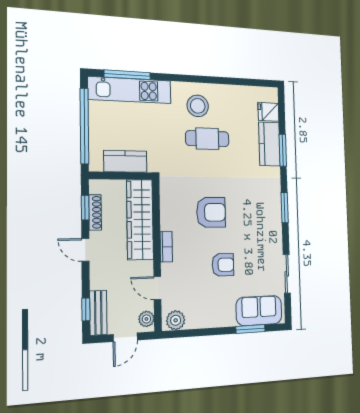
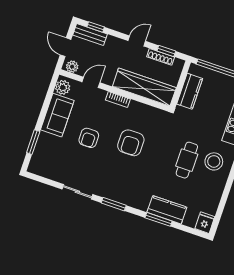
fridge: (268, 112) -> (205, 223), moved
sliding door: (287, 274) -> (77, 192), moved
sofa: (259, 311) -> (57, 115), moved

